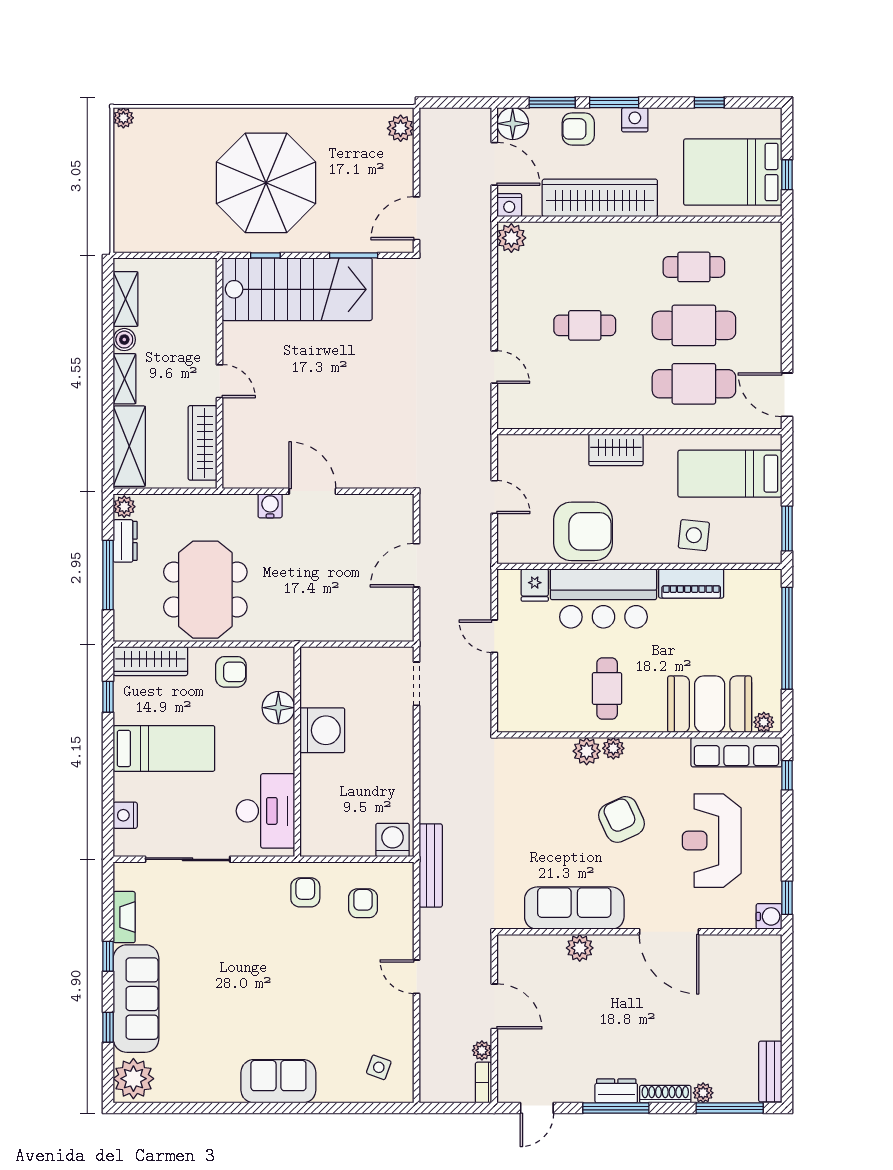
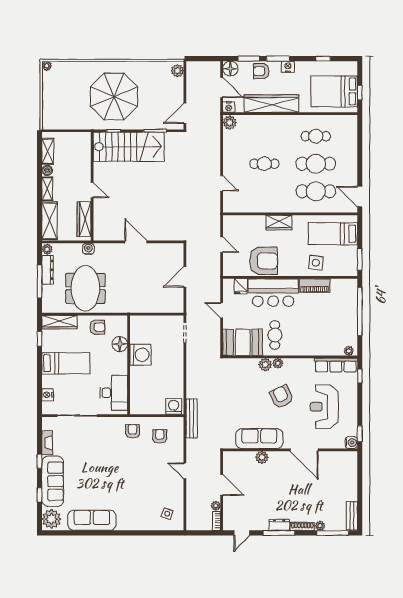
water cooler: (270, 506) -> (88, 249), moved
dresser: (125, 541) -> (48, 270), width x1.44
booth: (710, 704) -> (243, 342), moved
sofa: (278, 1081) -> (92, 520), moved, width x1.36

